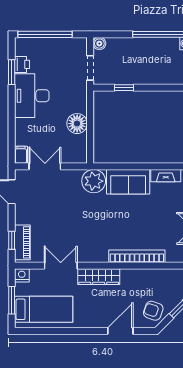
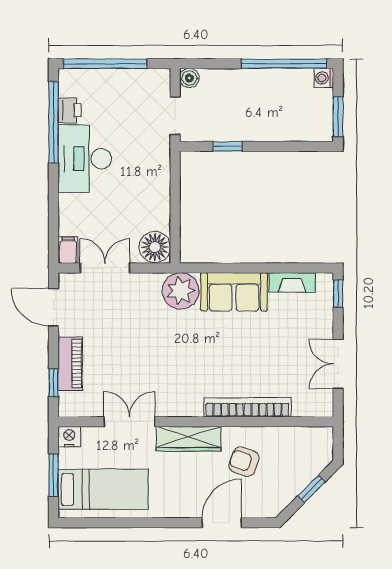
window: (12, 72) -> (53, 122), width x2.11
floor lamp: (77, 124) -> (155, 247), moved
piano: (22, 242) -> (70, 364), moved
armchair: (153, 311) -> (244, 462), moved

